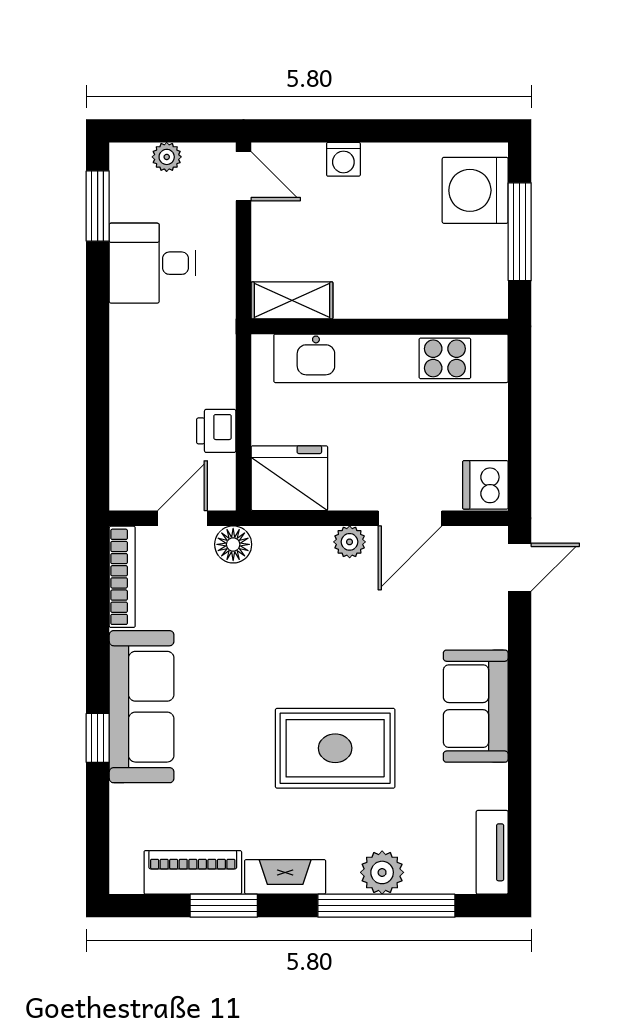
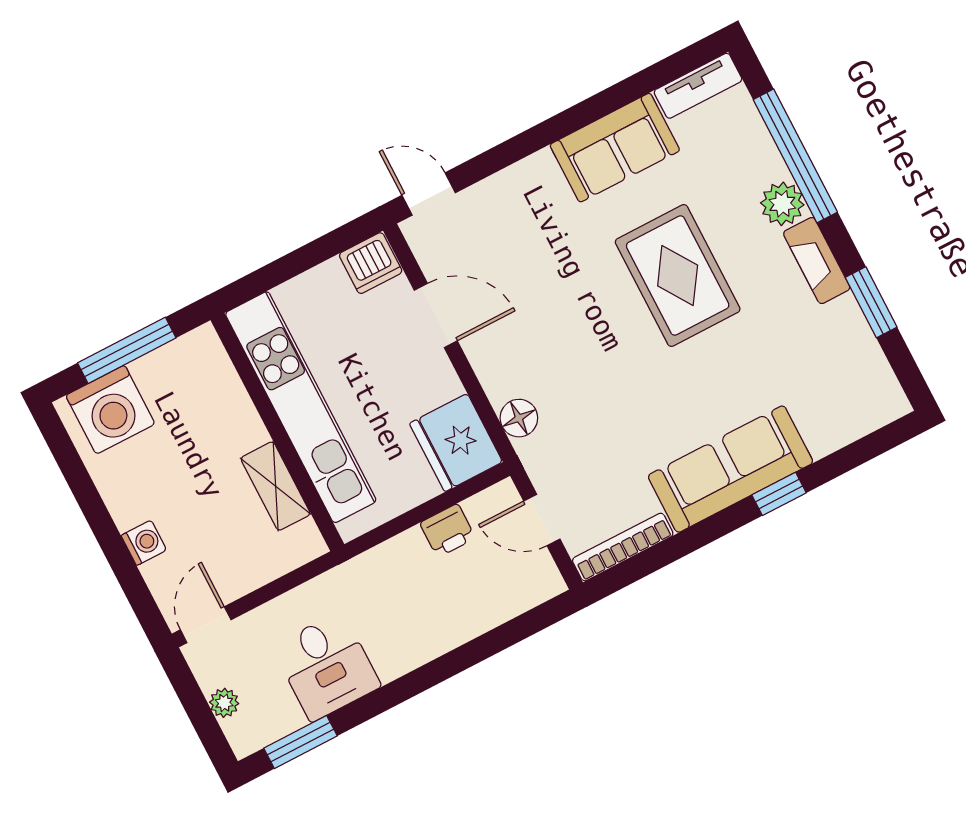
shelving: (292, 300) -> (276, 486), moved
plant: (350, 542) -> (485, 359), removed
floor lamp: (233, 544) -> (519, 418), moved
sofa: (476, 706) -> (615, 148), moved
piano: (193, 872) -> (856, 346), removed
plant: (382, 872) -> (782, 204), moved

